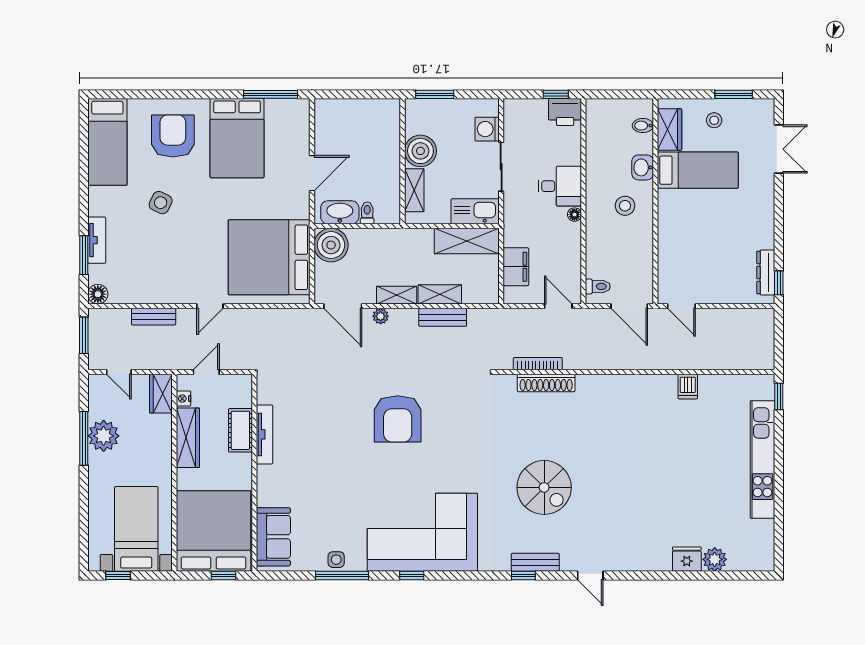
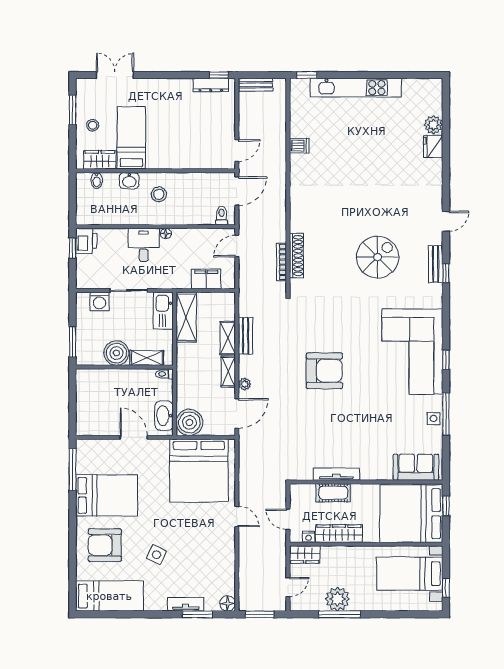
toilet: (367, 213) -> (164, 374), moved
bench: (154, 317) -> (256, 85), moved, turned 90

